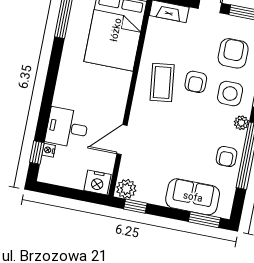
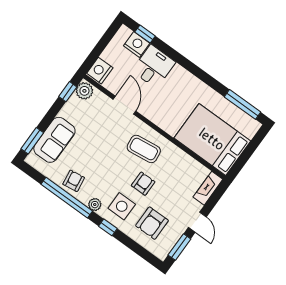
armchair: (233, 53) -> (152, 223), turned 90
armchair: (196, 82) -> (143, 184), turned 90
coffee table: (162, 83) -> (144, 149), moved
nightstand: (49, 150) -> (137, 44), width x1.89, depth x1.79
armchair: (227, 157) -> (74, 181), turned 82

